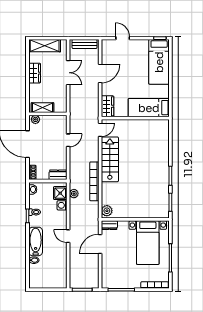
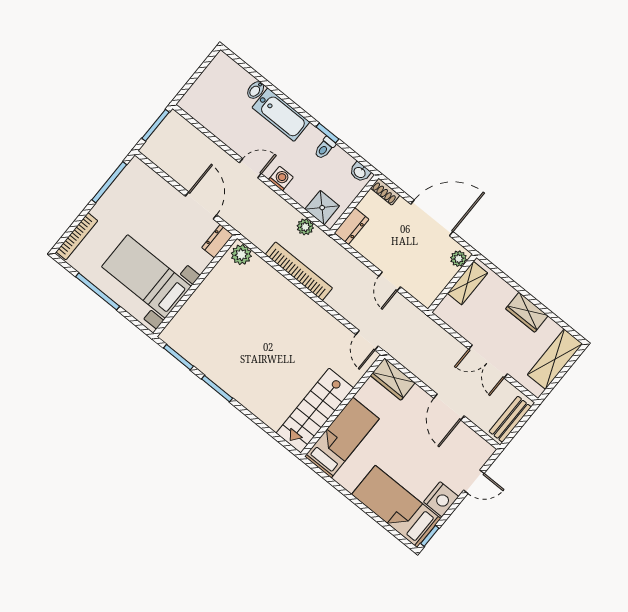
nightstand: (141, 46) -> (441, 499), added
stairs: (110, 159) -> (315, 411), moved, turned 90
washing machine: (62, 205) -> (281, 179), moved

